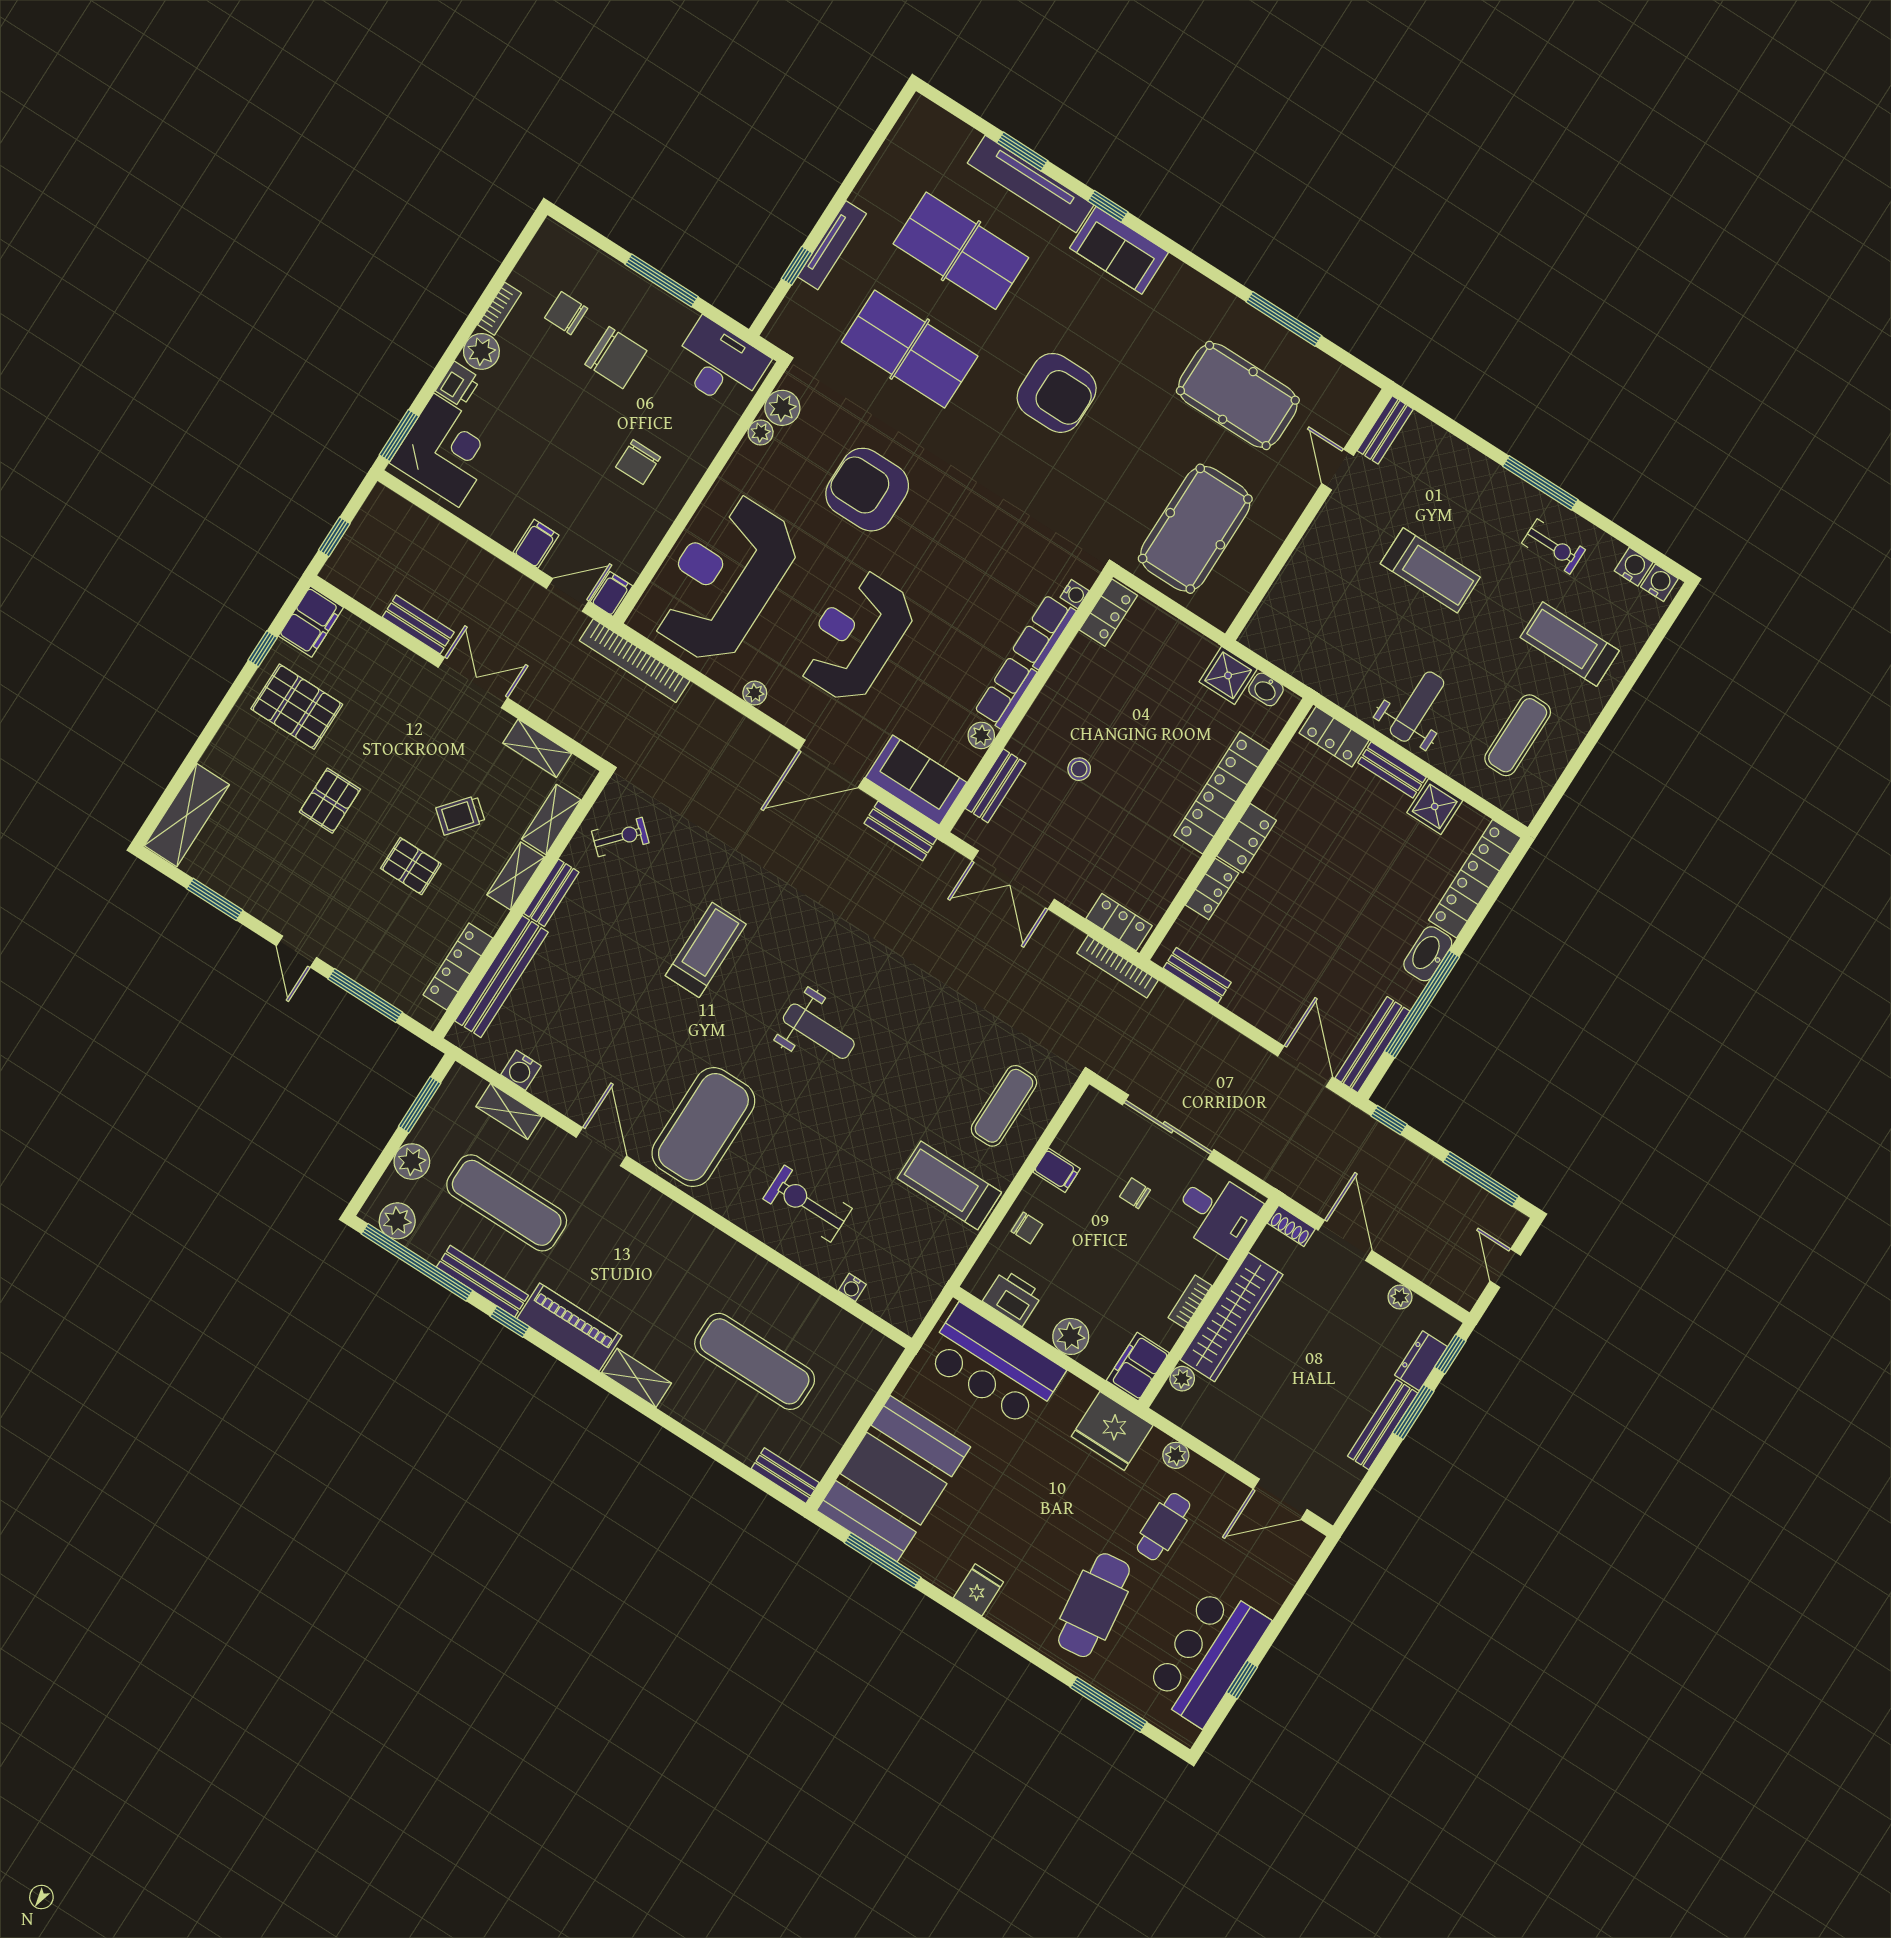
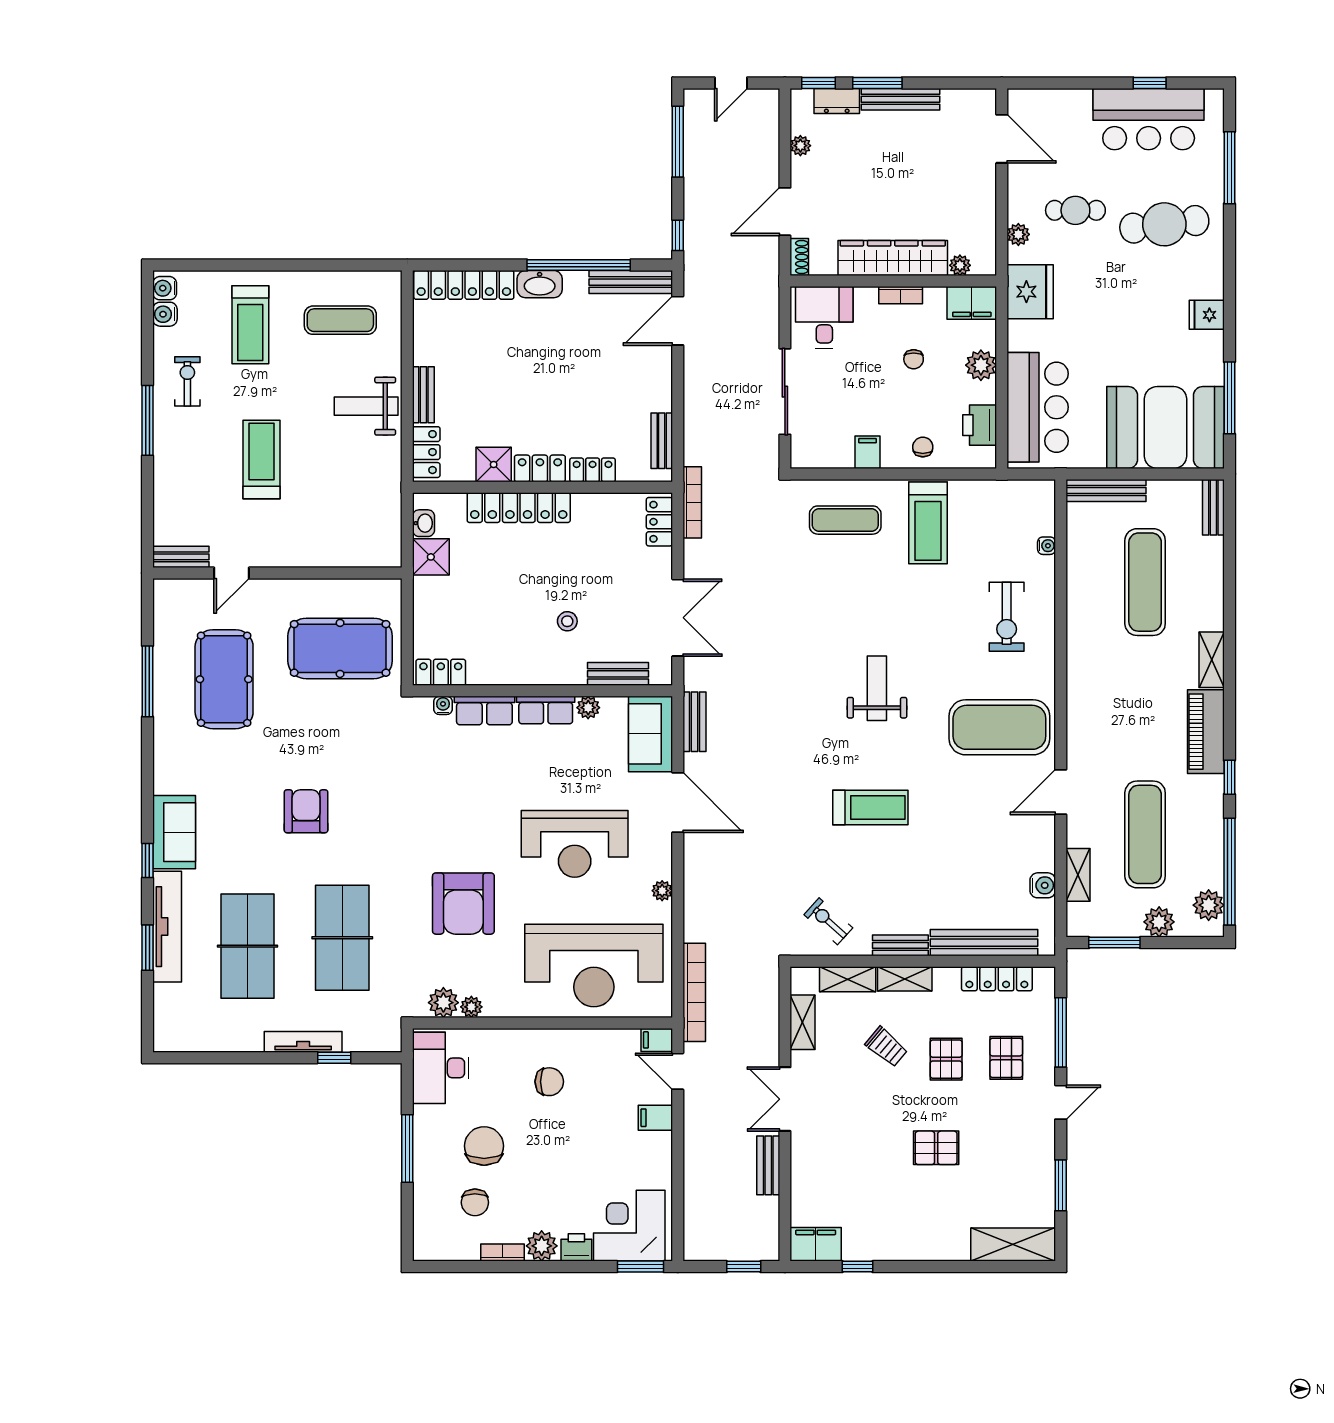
armchair: (1057, 393) -> (306, 811), width x0.73, depth x0.73
pallet: (297, 707) -> (1006, 1058), moved, width x0.67, depth x0.71
shower: (1435, 807) -> (494, 464), moved
treadmill: (706, 950) -> (870, 808), turned 180
chair: (1135, 1193) -> (914, 359), moved
bench: (482, 1281) -> (1106, 490), moved, turned 90

